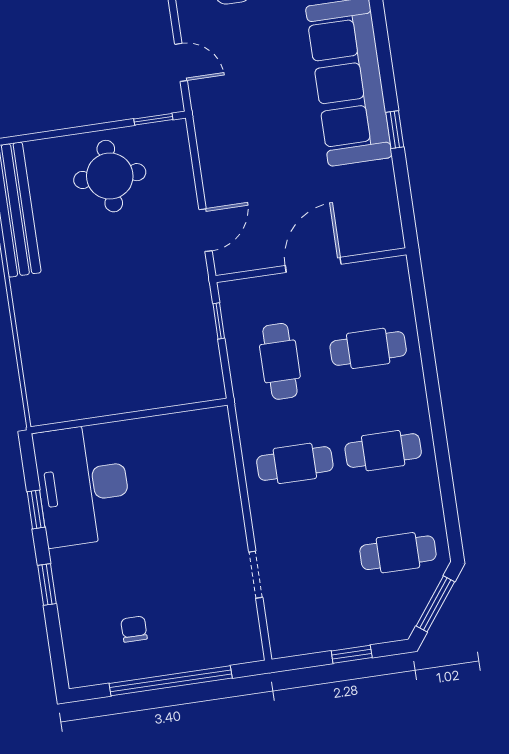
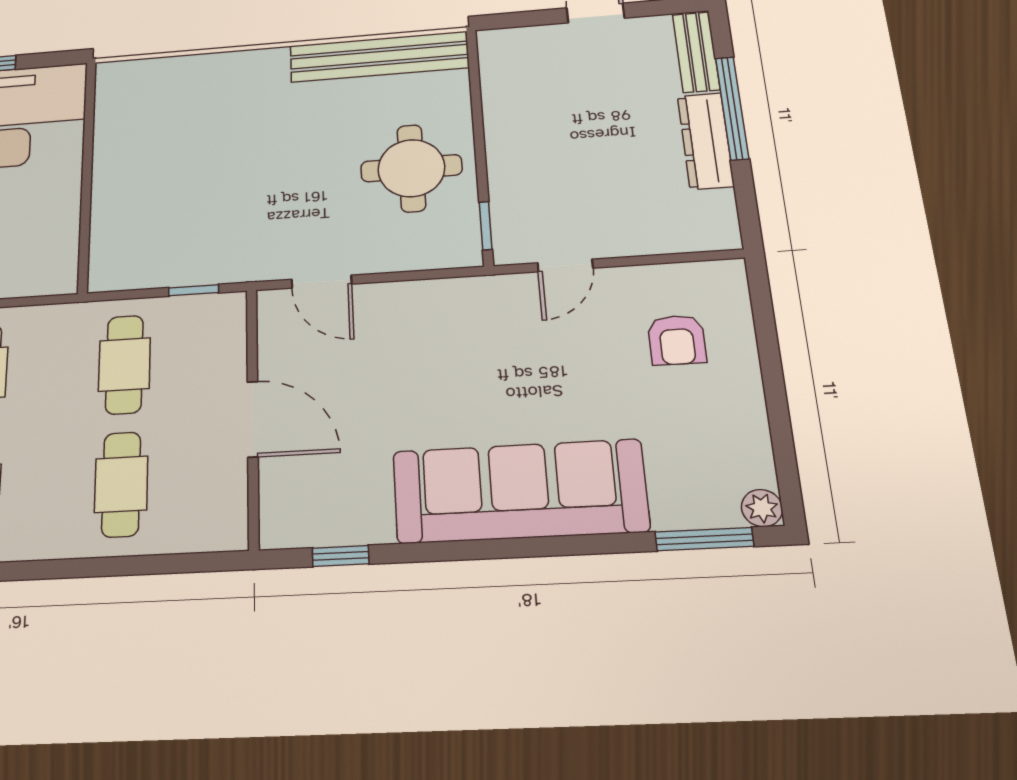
window: (395, 130) -> (341, 556), moved
cafe table: (280, 361) -> (124, 365), turned 90

